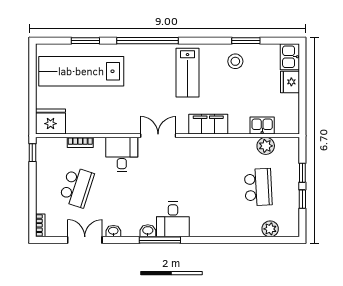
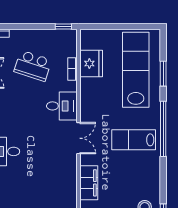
lab bench: (187, 73) -> (134, 140), moved
fridge: (51, 121) -> (91, 64), moved

